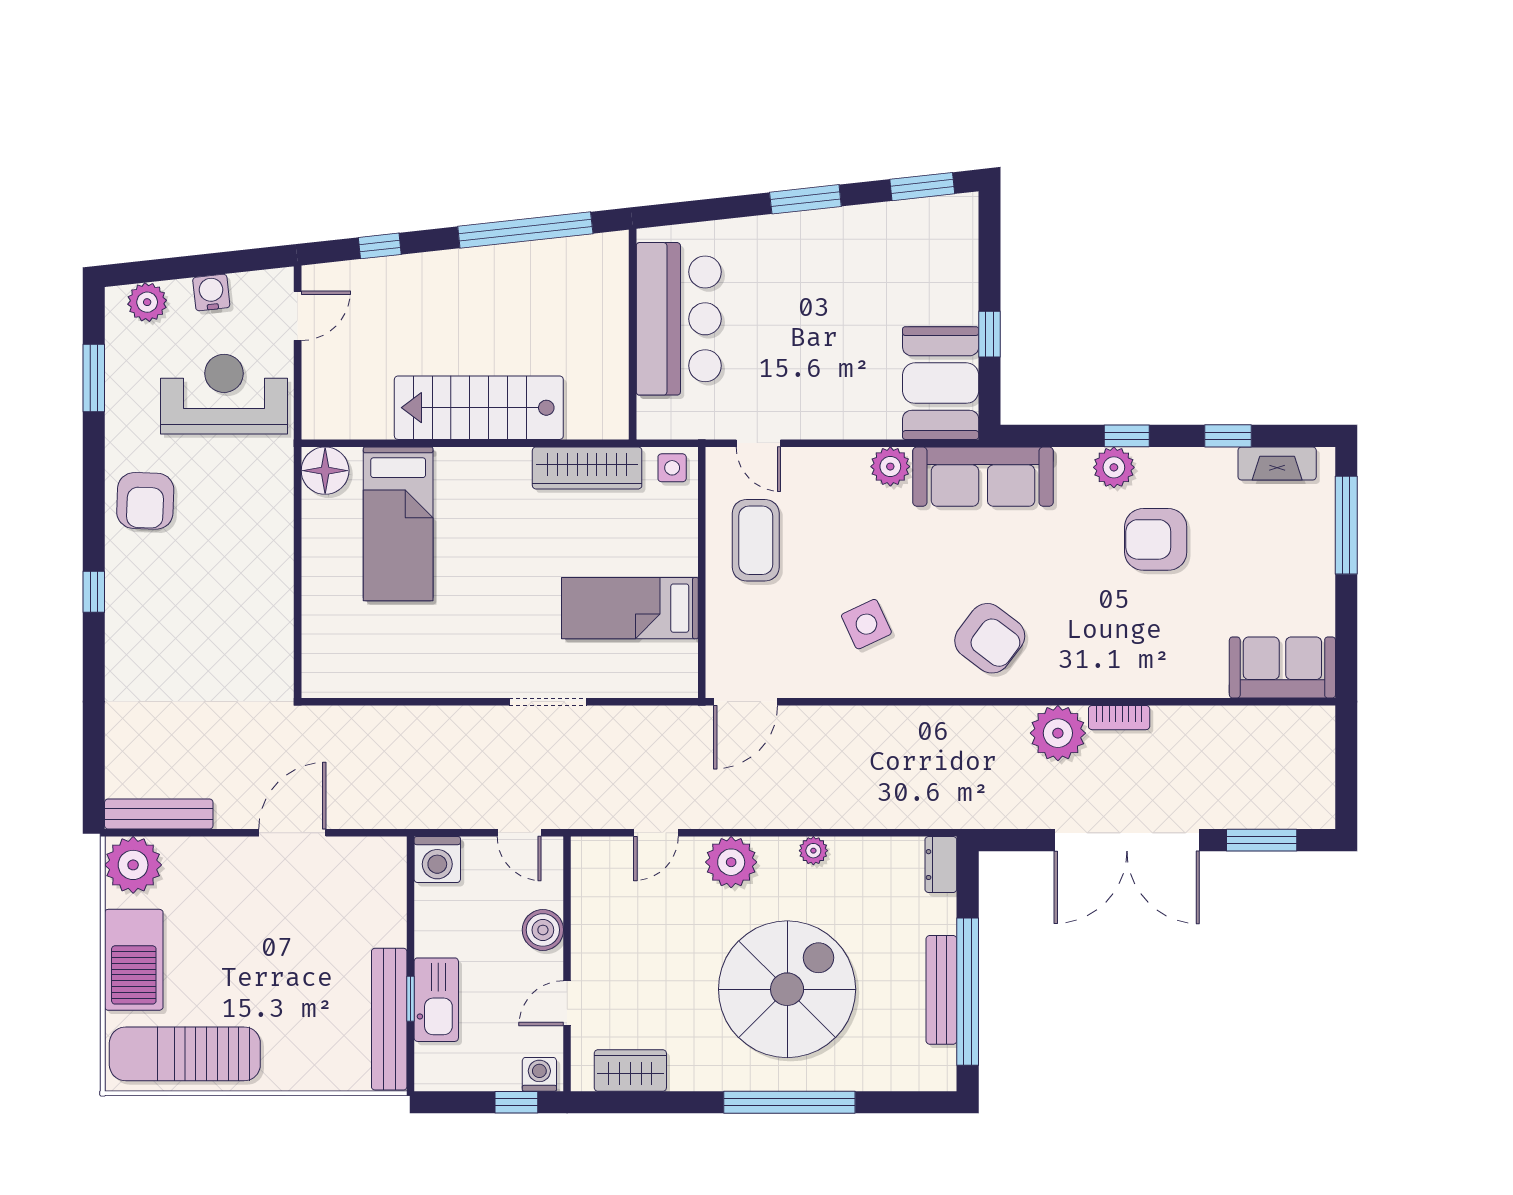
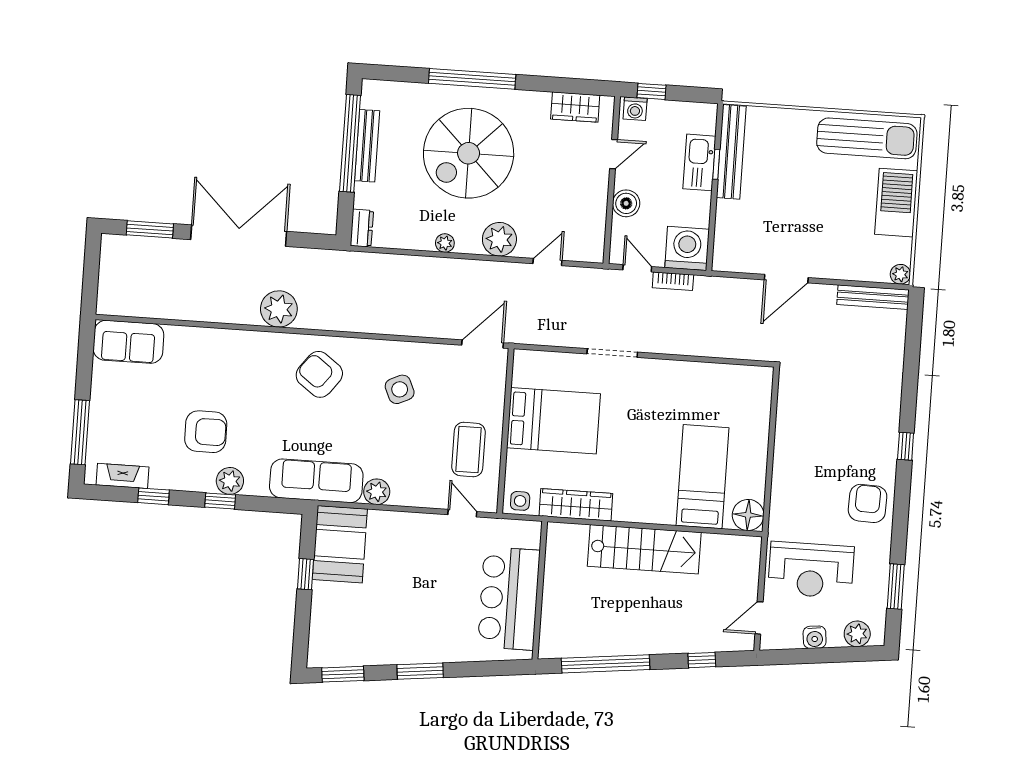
bed: (630, 608) -> (553, 421), width x1.50
bookcase: (1119, 718) -> (673, 281), moved, turned 180
washing machine: (437, 860) -> (687, 248), width x1.37, depth x1.37
plant: (133, 865) -> (900, 274), width x0.53, depth x0.53

